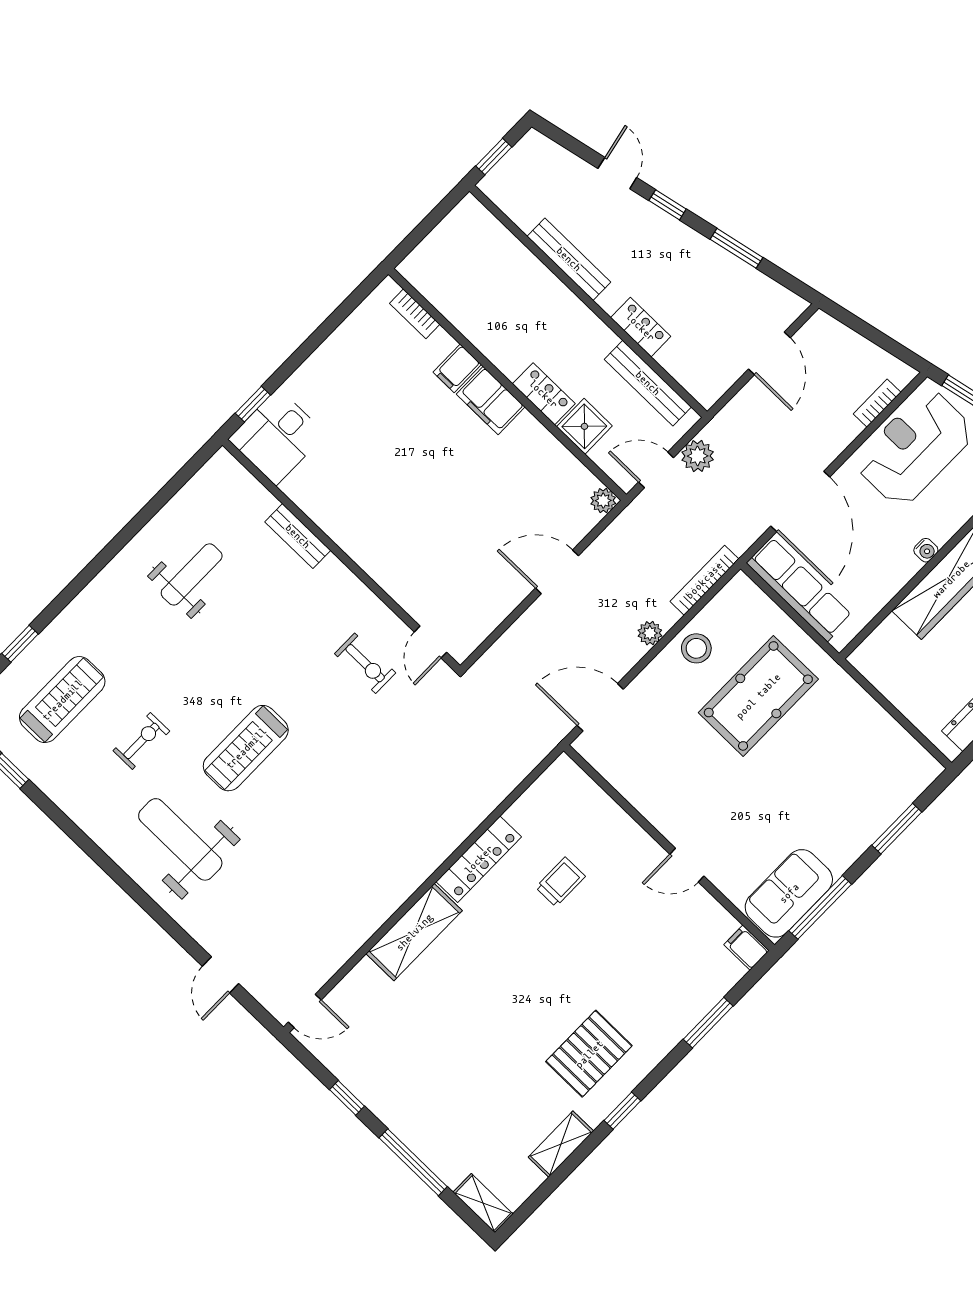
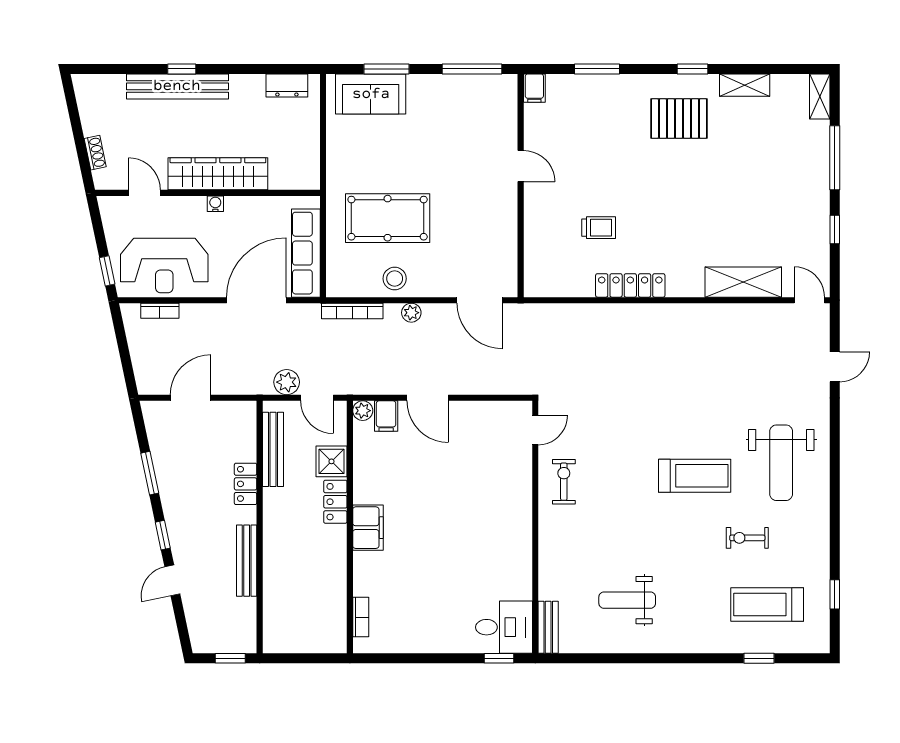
filing cabinet: (457, 368) -> (386, 416), moved, turned 90
bench: (298, 536) -> (548, 627), moved
exercise bike: (365, 663) -> (564, 482), moved
trolley: (560, 882) -> (599, 228), turned 180
sofa: (789, 893) -> (371, 94), moved
shelving: (414, 932) -> (743, 282), moved

